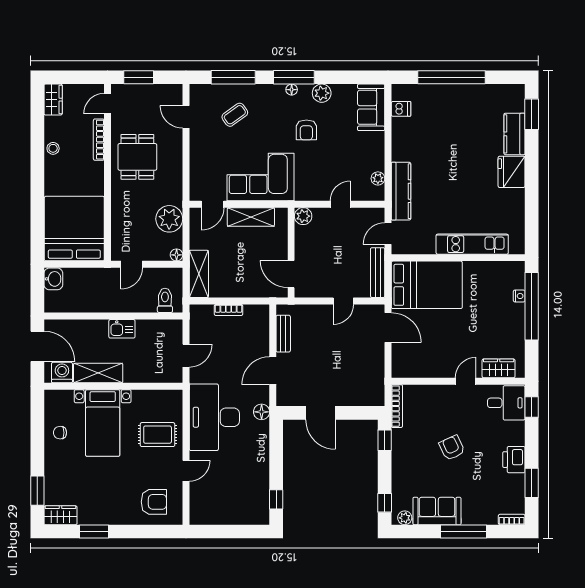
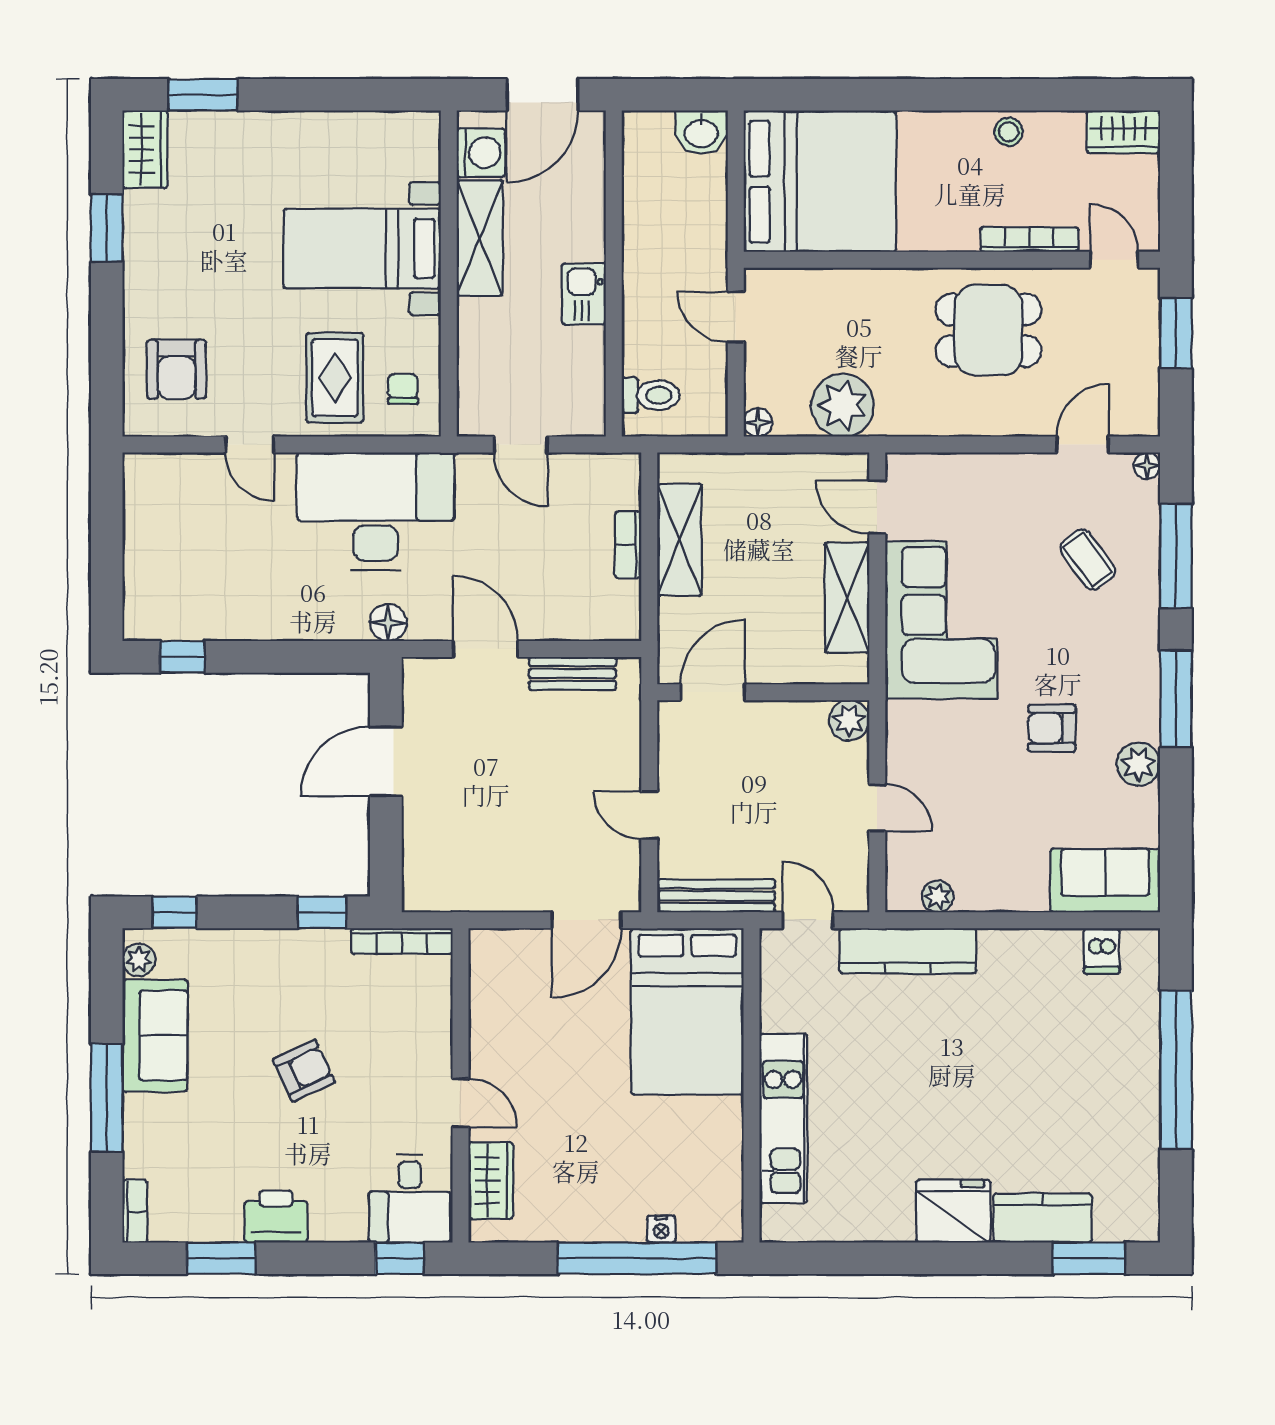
floor lamp: (292, 90) -> (1147, 466), moved
shelving: (199, 274) -> (679, 540), moved, turned 90
chair: (60, 433) -> (403, 389), moved

